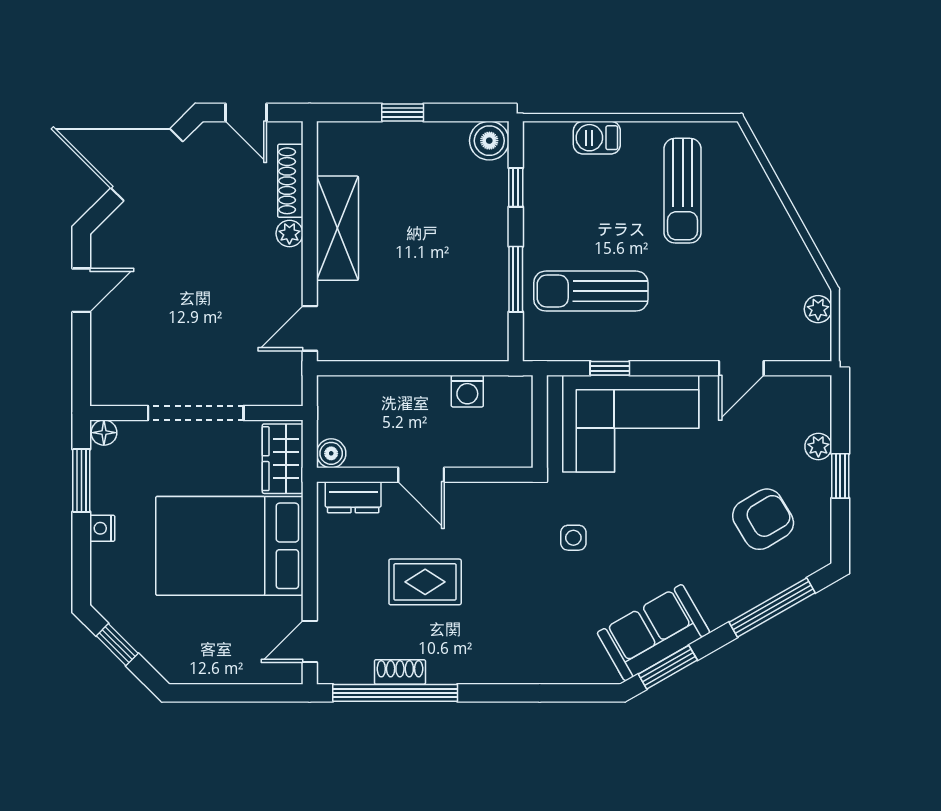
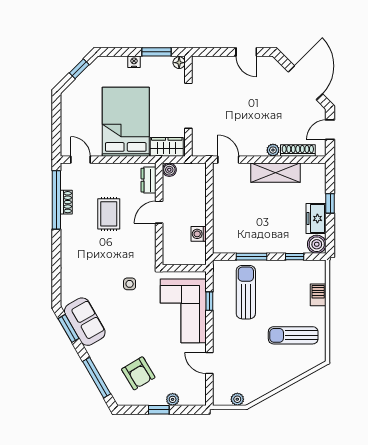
freezer: (435, 142) -> (316, 218), added

